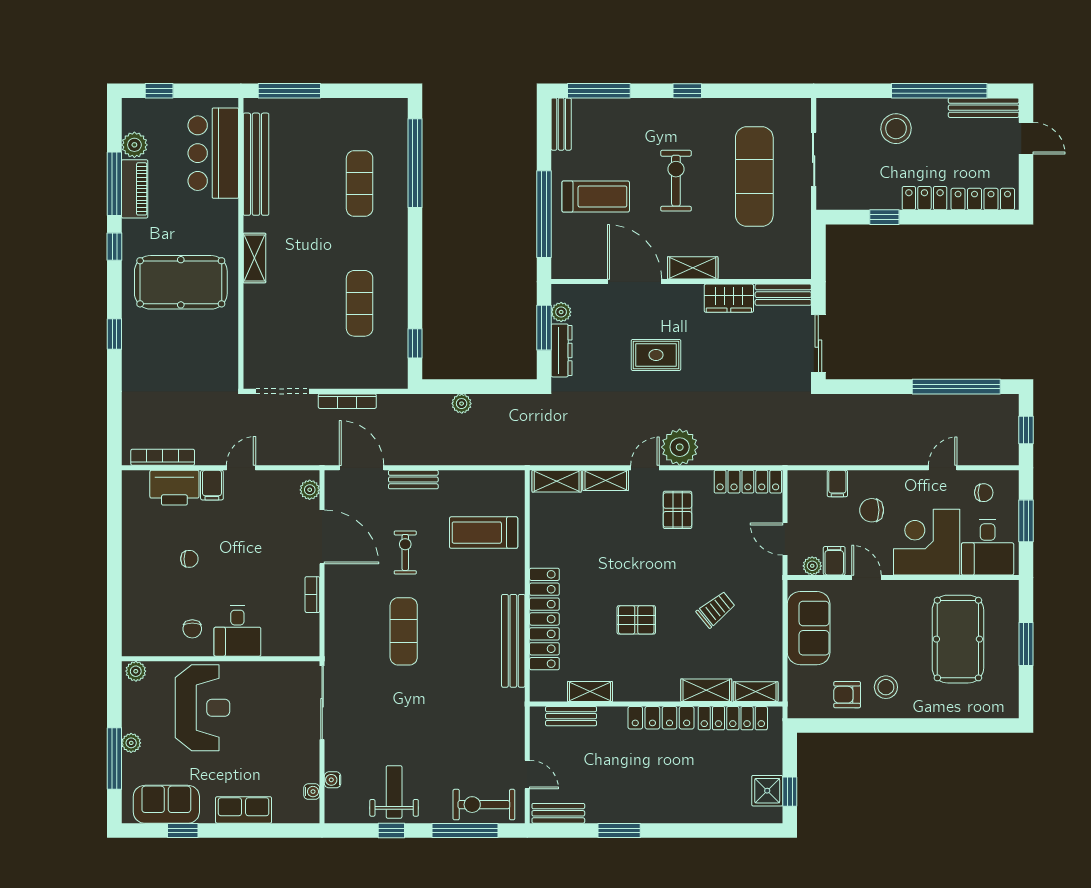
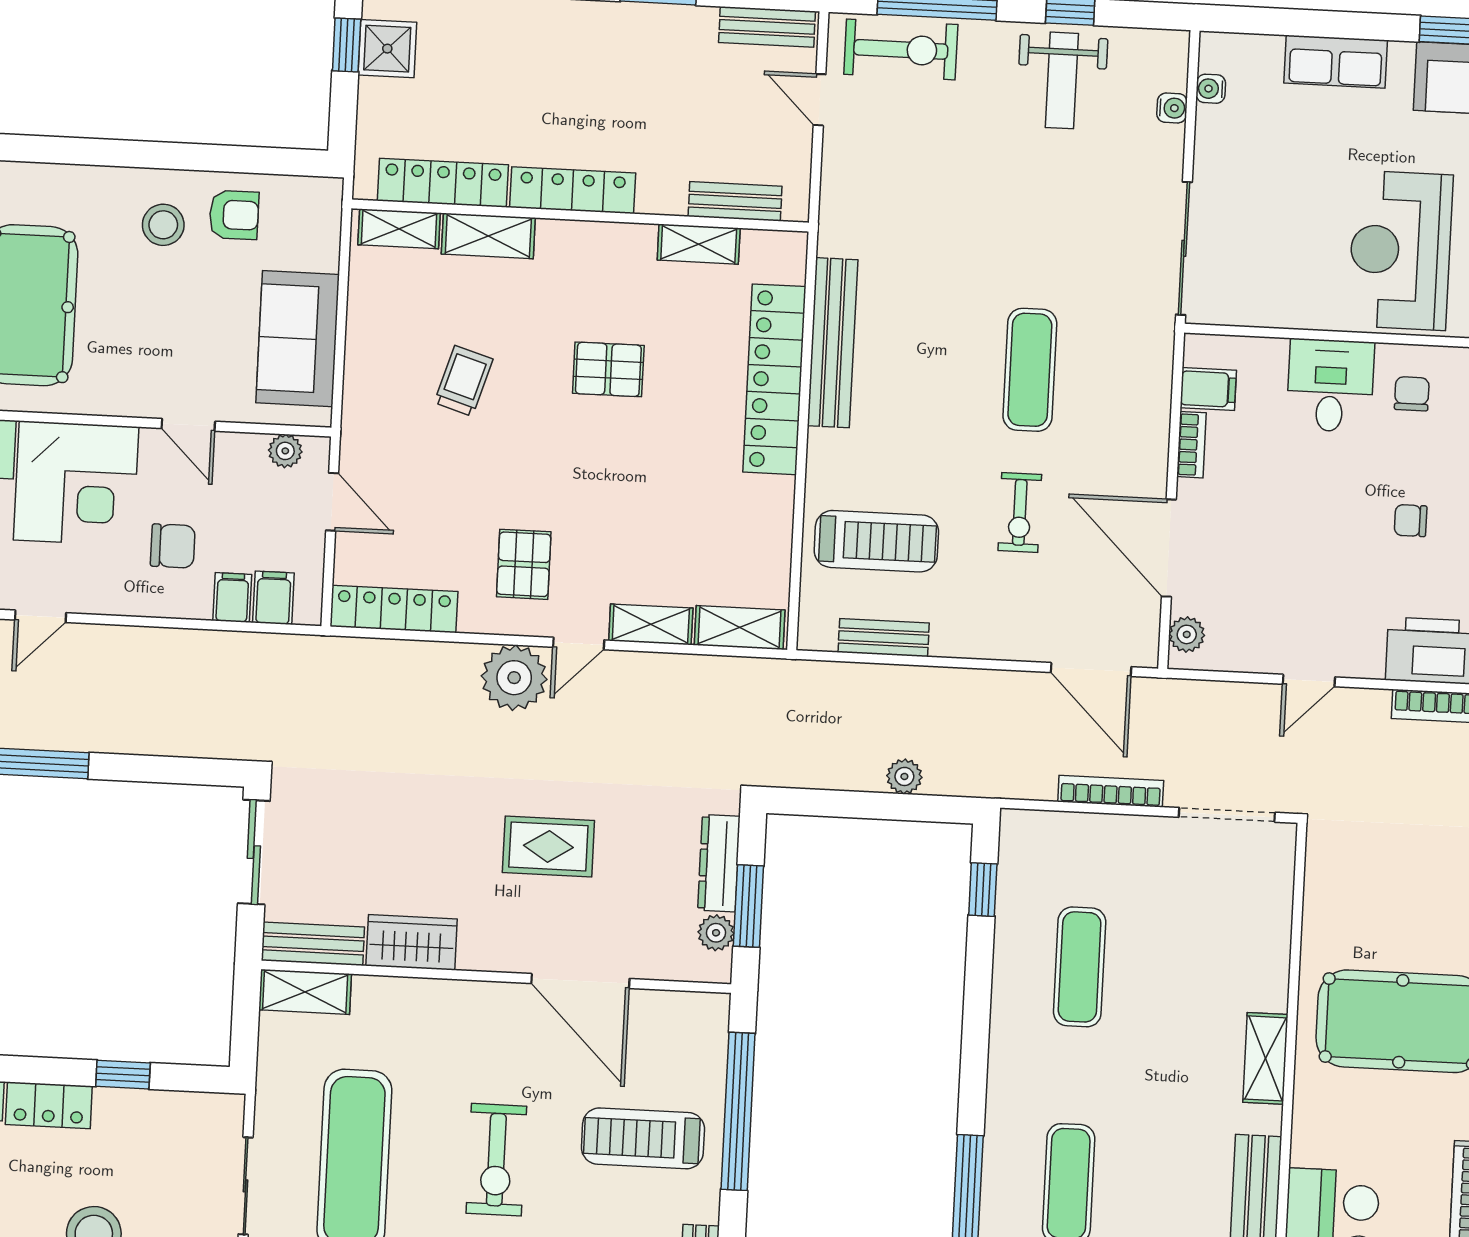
shelving: (693, 268) -> (305, 992), moved
bench: (413, 480) -> (884, 638), moved
filing cabinet: (212, 485) -> (1208, 389), moved, turned 90
filing cabinet: (834, 561) -> (273, 598), moved, turned 180
trolley: (716, 609) -> (464, 381), turned 146

